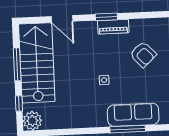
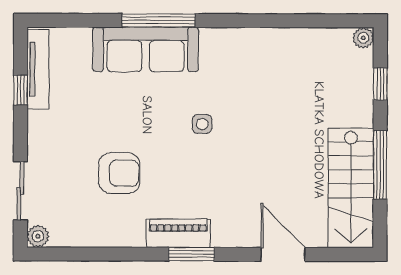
armchair: (143, 54) -> (119, 173), turned 133
stairs: (37, 63) -> (351, 188), width x0.73, depth x0.66
plant: (32, 121) -> (363, 38), width x0.53, depth x0.53

